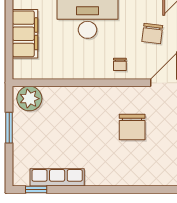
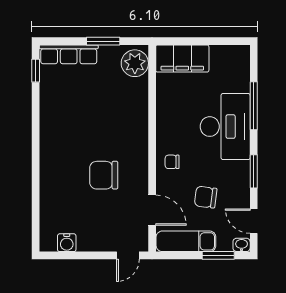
filing cabinet: (25, 34) -> (182, 59), moved
row of seats: (57, 177) -> (69, 54), moved, turned 90

